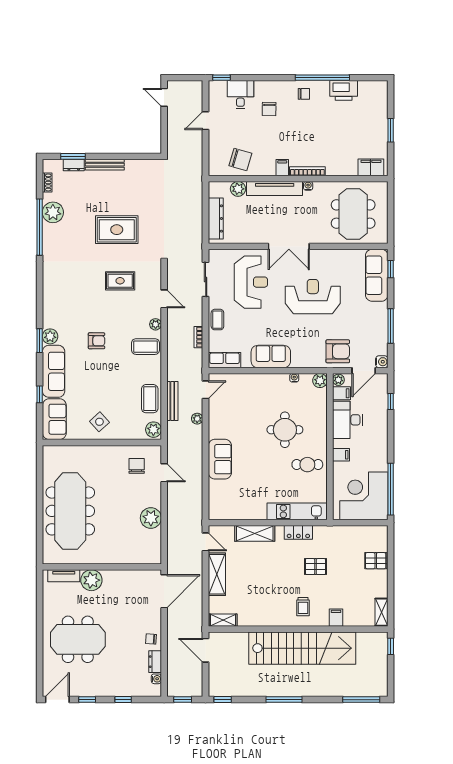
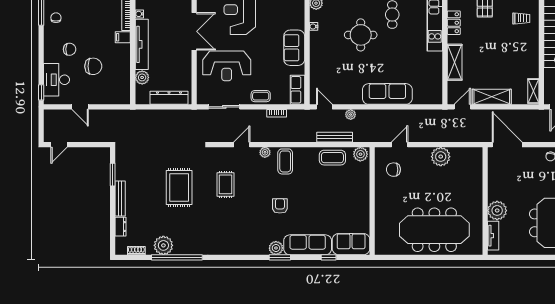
desk: (240, 95) -> (57, 80), width x1.37
window: (73, 156) -> (113, 175), moved
chair: (240, 160) -> (93, 66), moved, turned 74
reception desk: (251, 282) -> (227, 66), turned 180
side table: (99, 422) -> (353, 203), removed
sofa: (220, 459) -> (387, 94), width x1.36

